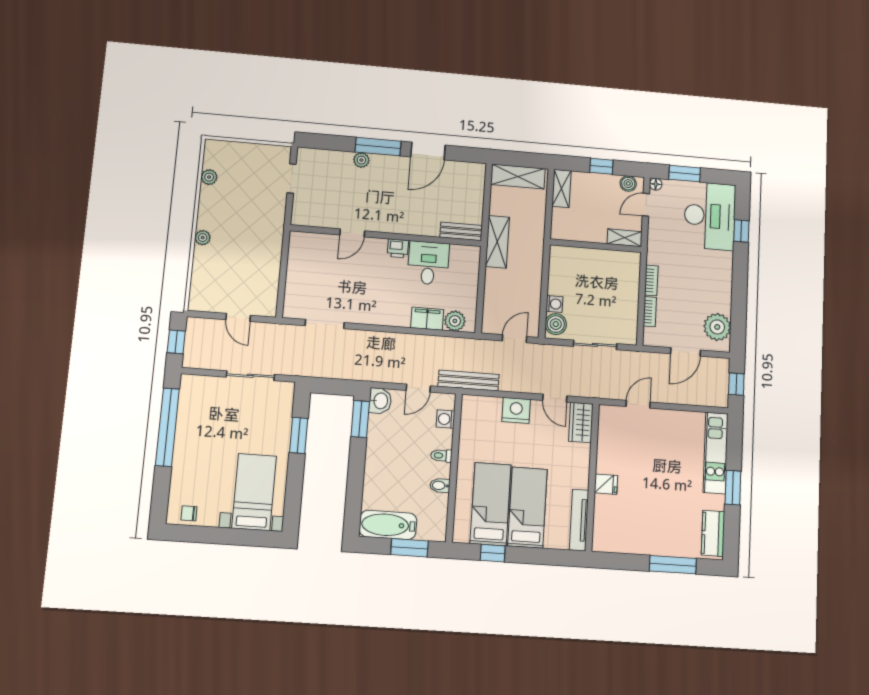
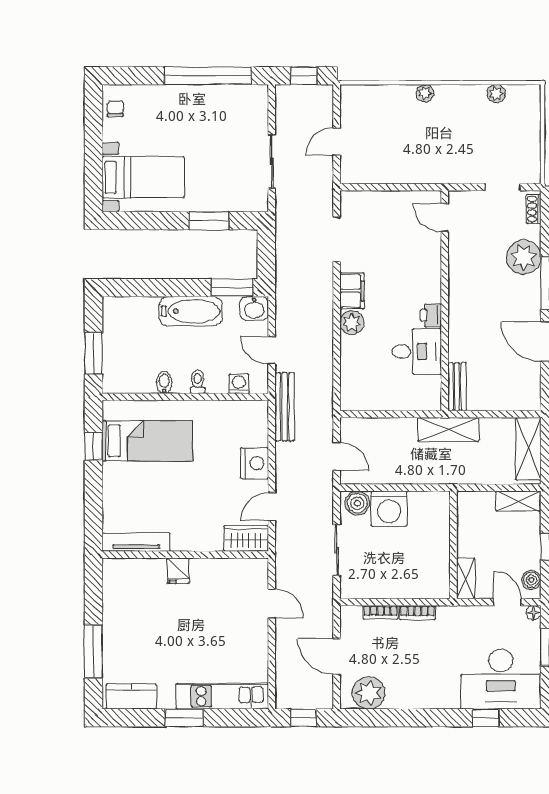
shoe rack: (313, 154) -> (534, 209), added
plant: (361, 160) -> (524, 257), width x1.88, depth x1.88
door: (352, 233) -> (445, 217), moved
washing machine: (554, 304) -> (389, 509), width x1.89, depth x1.89
filing cabinet: (427, 319) -> (352, 291), moved
plant: (455, 321) -> (352, 323), moved
bed: (527, 508) -> (146, 483), removed
bathtub: (388, 525) -> (191, 311), moved, turned 90

